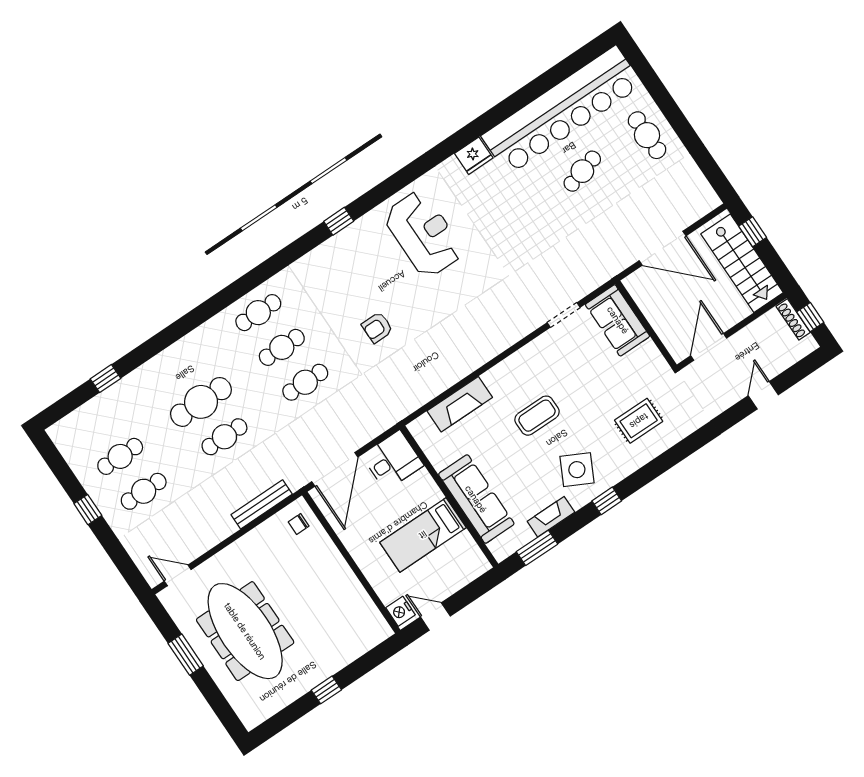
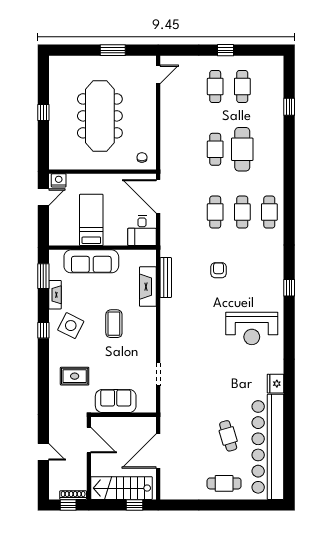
sofa: (618, 320) -> (116, 401), moved
rug: (639, 421) -> (75, 376), turned 90
bench: (262, 504) -> (166, 278), moved
meeting table: (245, 631) -> (100, 116), moved, turned 90

